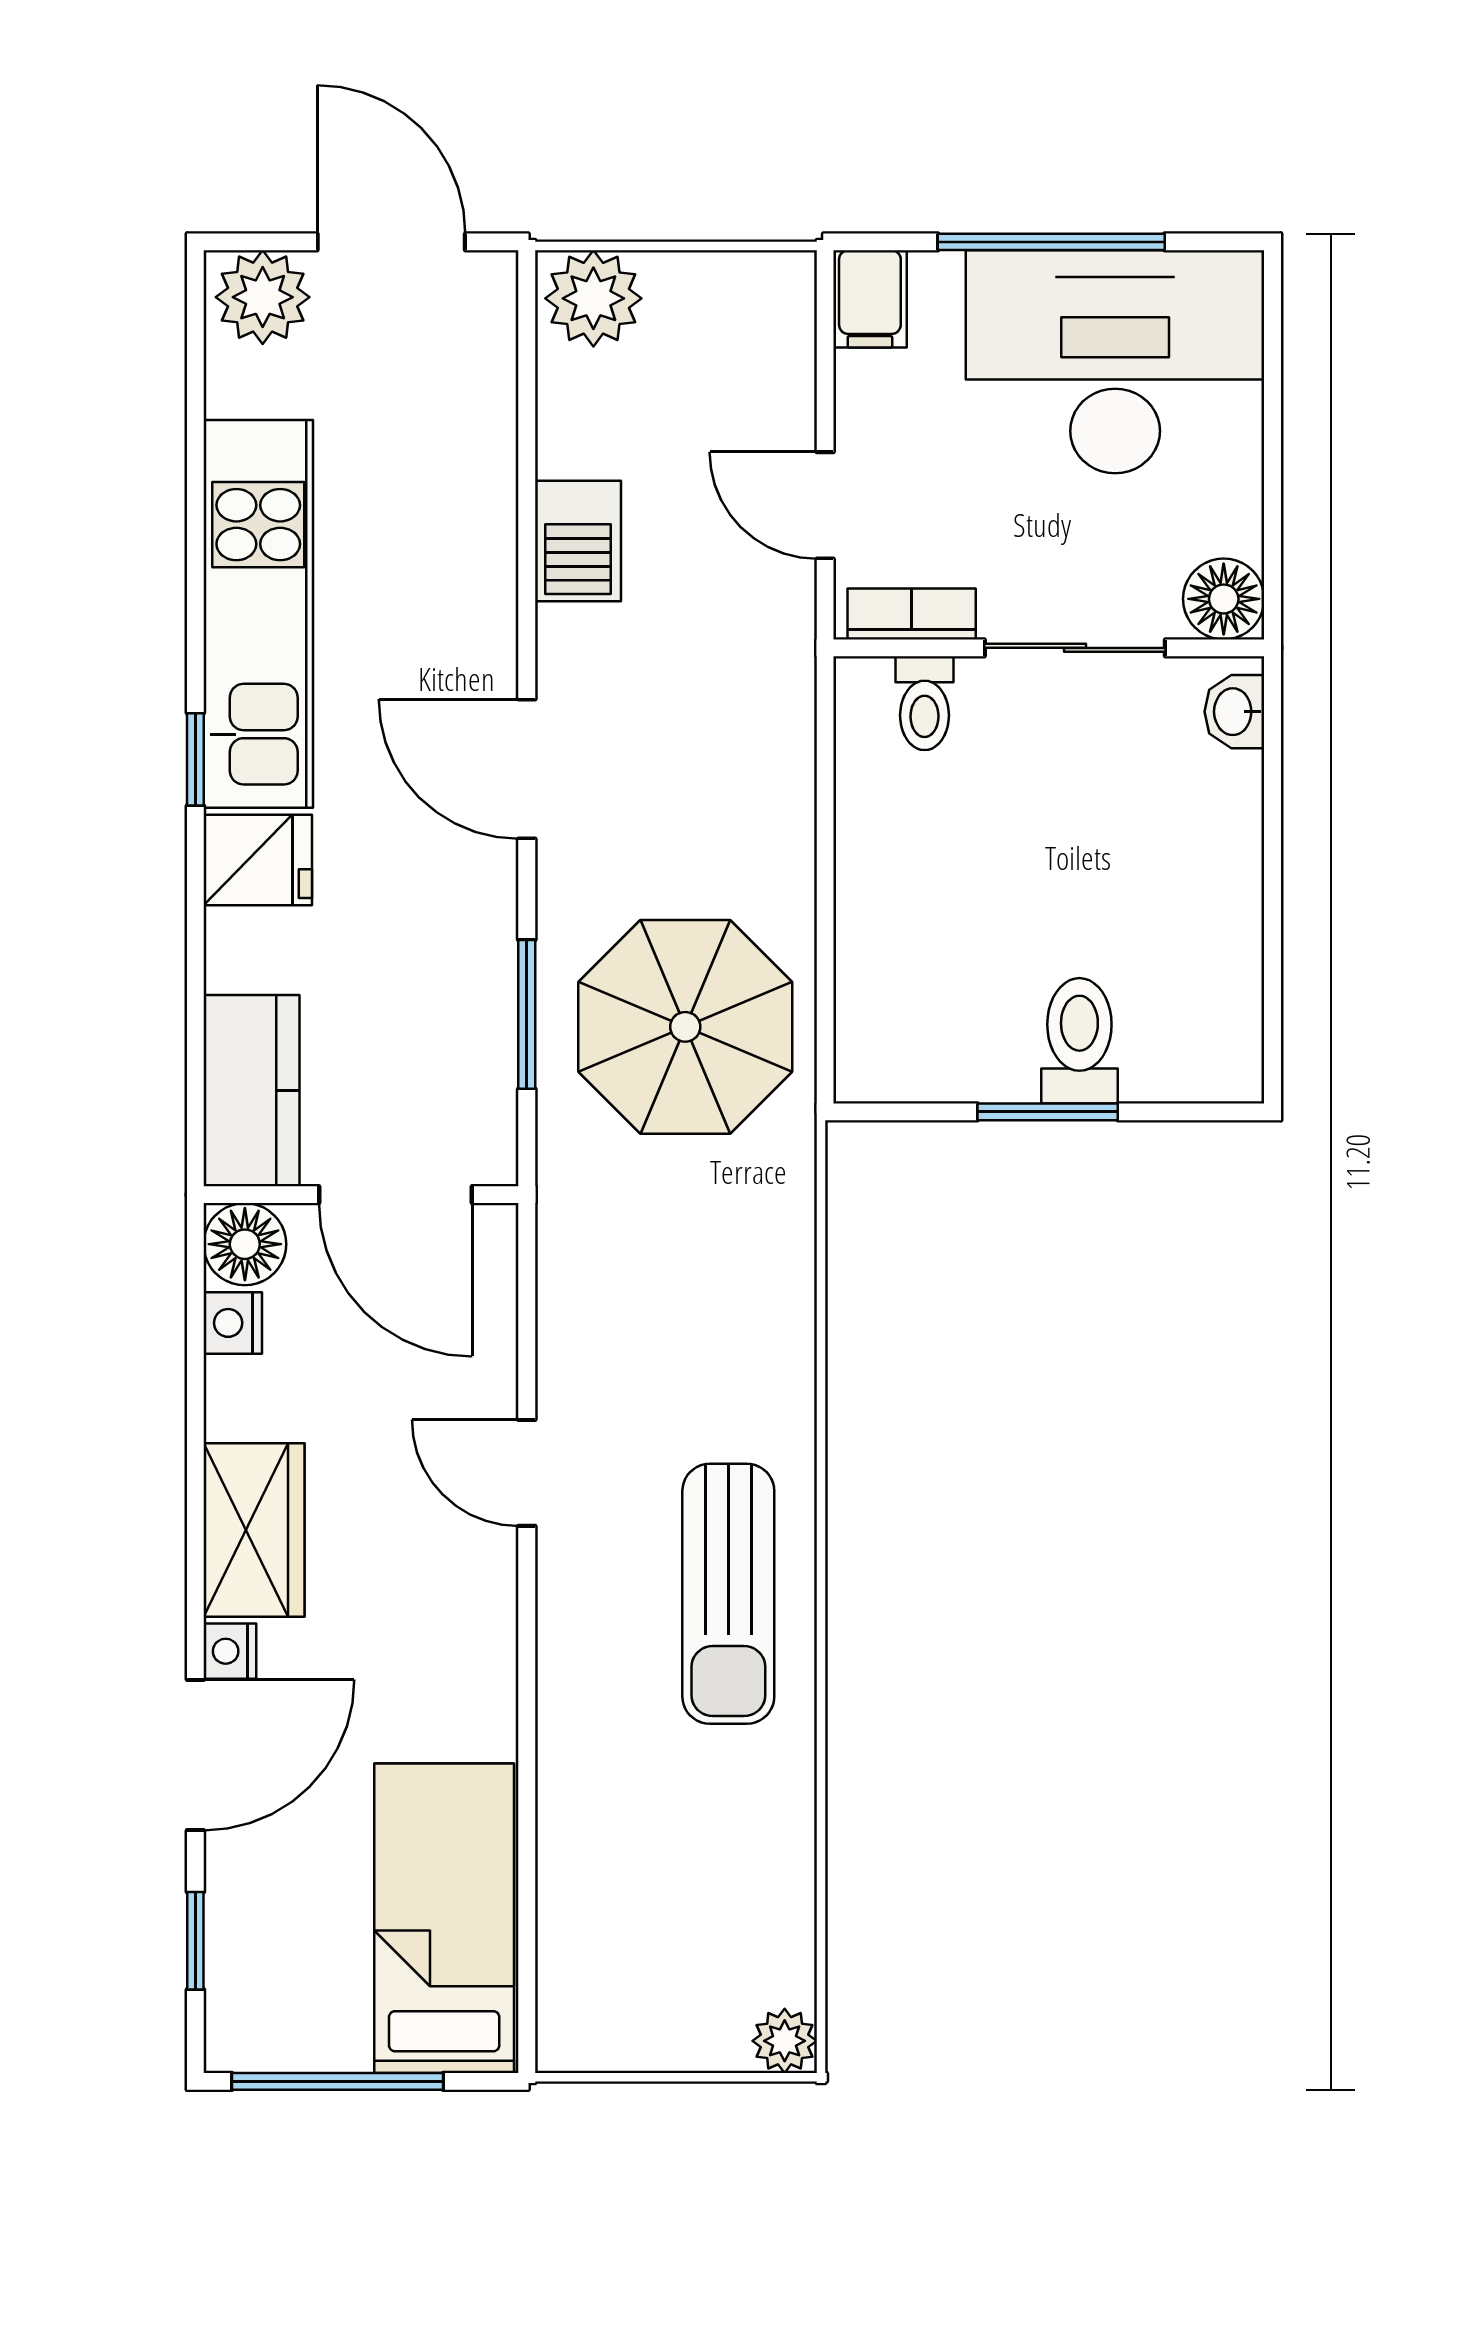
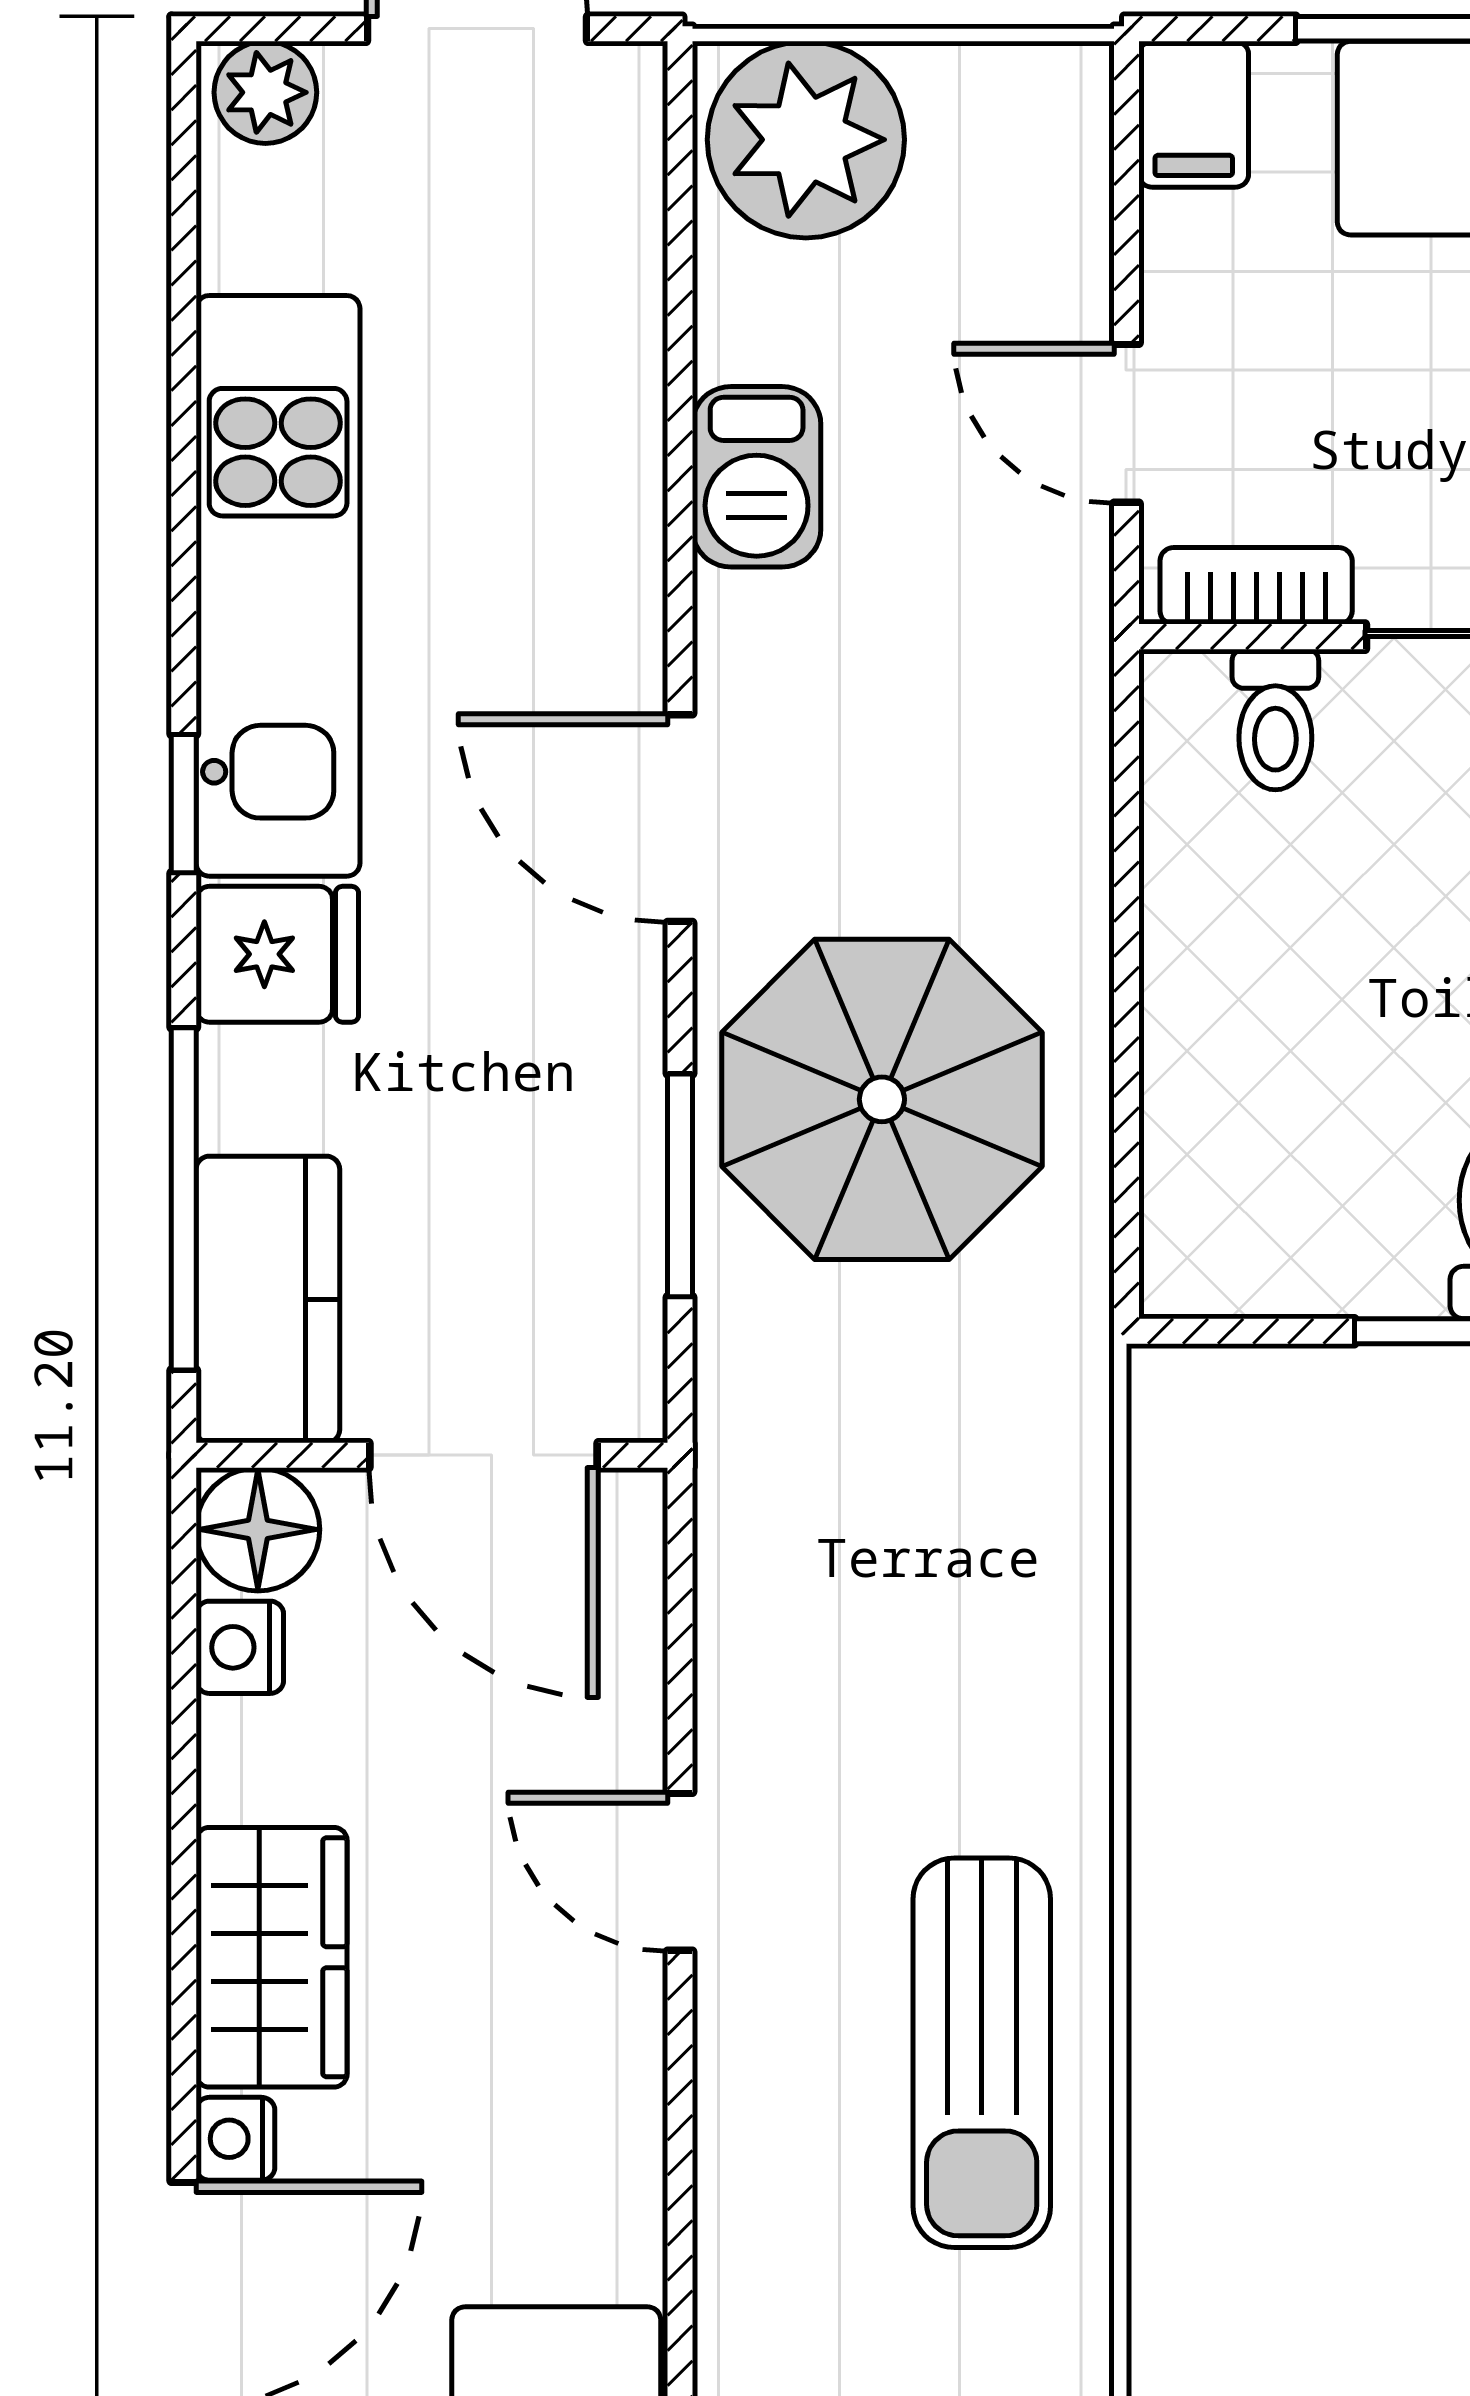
plant: (263, 297) -> (265, 92), width x0.73, depth x0.73
plant: (593, 298) -> (806, 140), width x1.36, depth x1.36
window: (195, 1023) -> (184, 1199), added
parasol: (685, 1027) -> (882, 1099), moved

